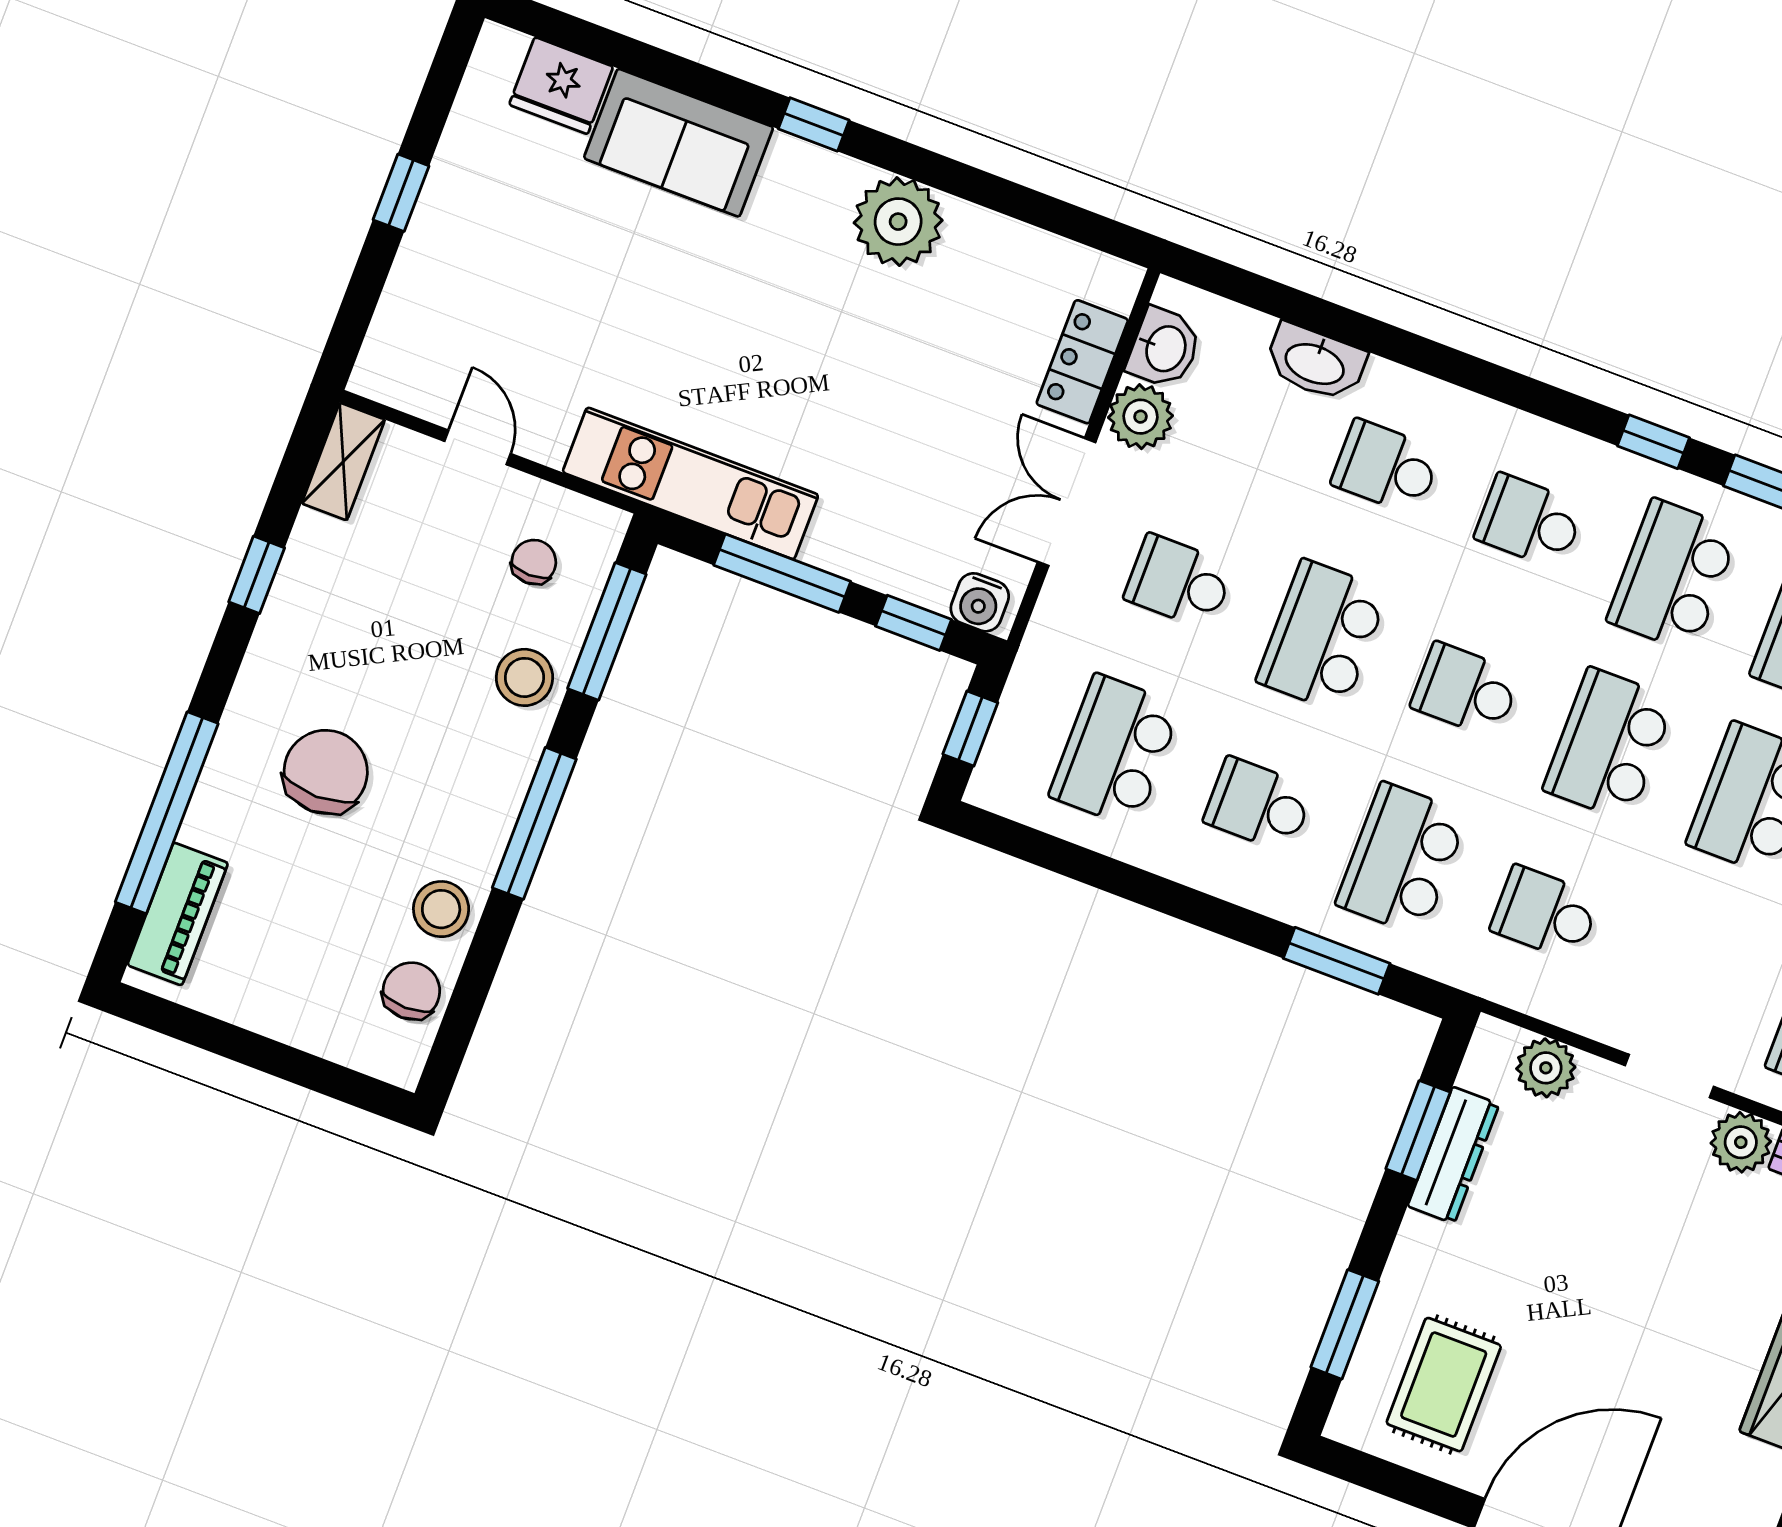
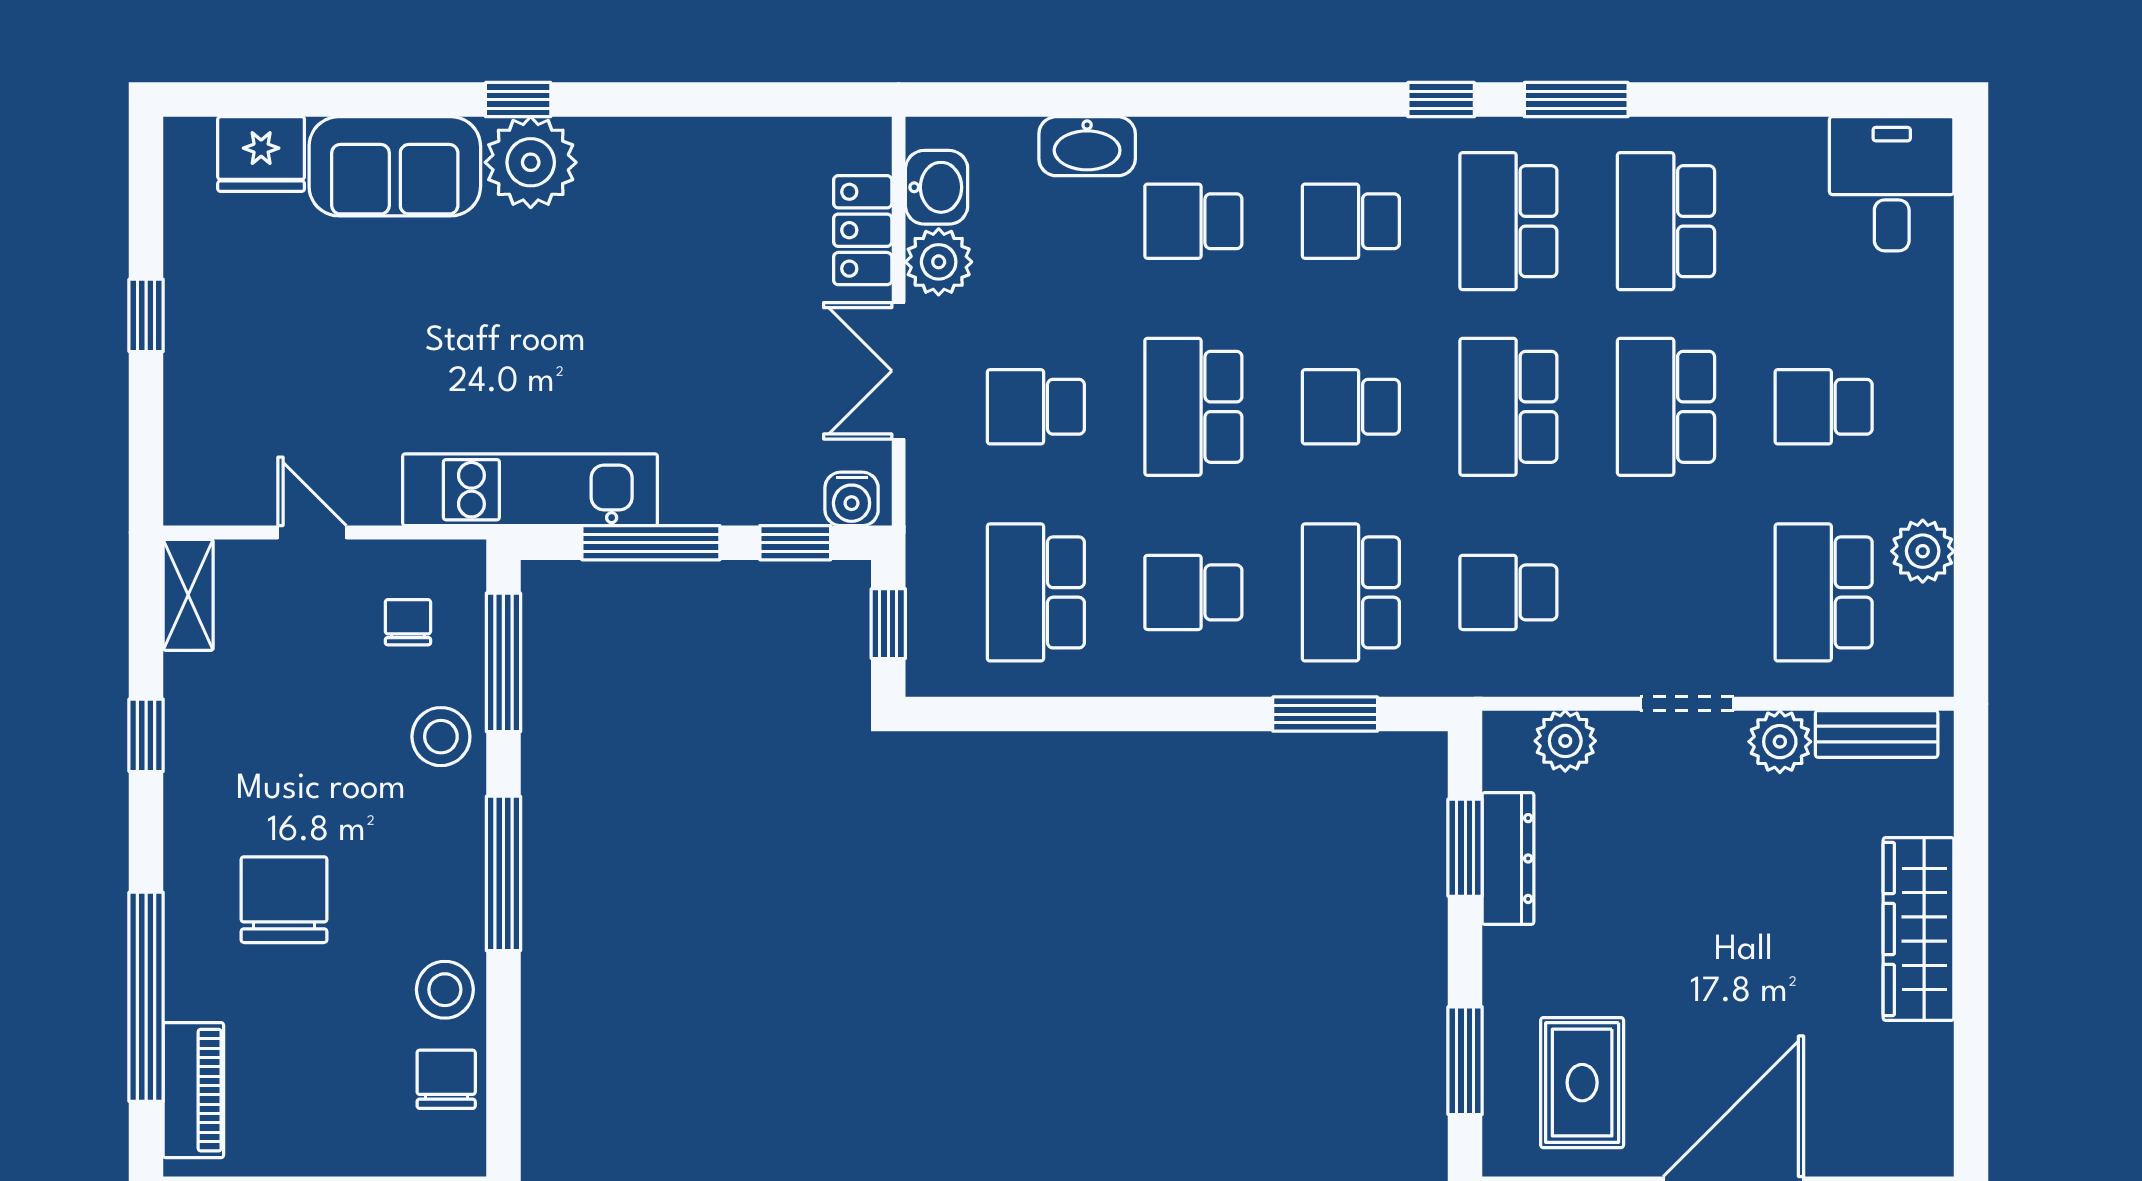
plant: (898, 222) -> (531, 162), moved

